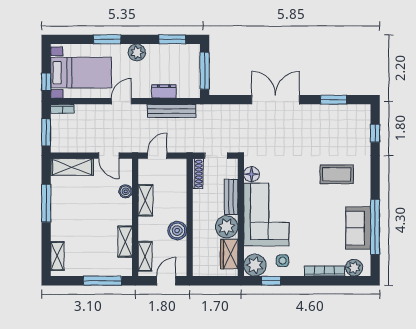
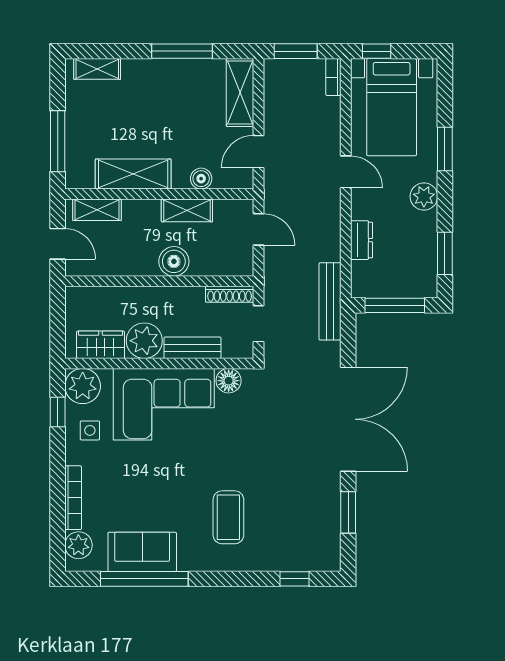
double door: (276, 100) -> (348, 419), width x1.36
bench: (171, 111) -> (330, 301), moved
boiler: (177, 231) -> (174, 261), moved
shelving: (125, 242) -> (133, 174), width x1.50, depth x1.33

